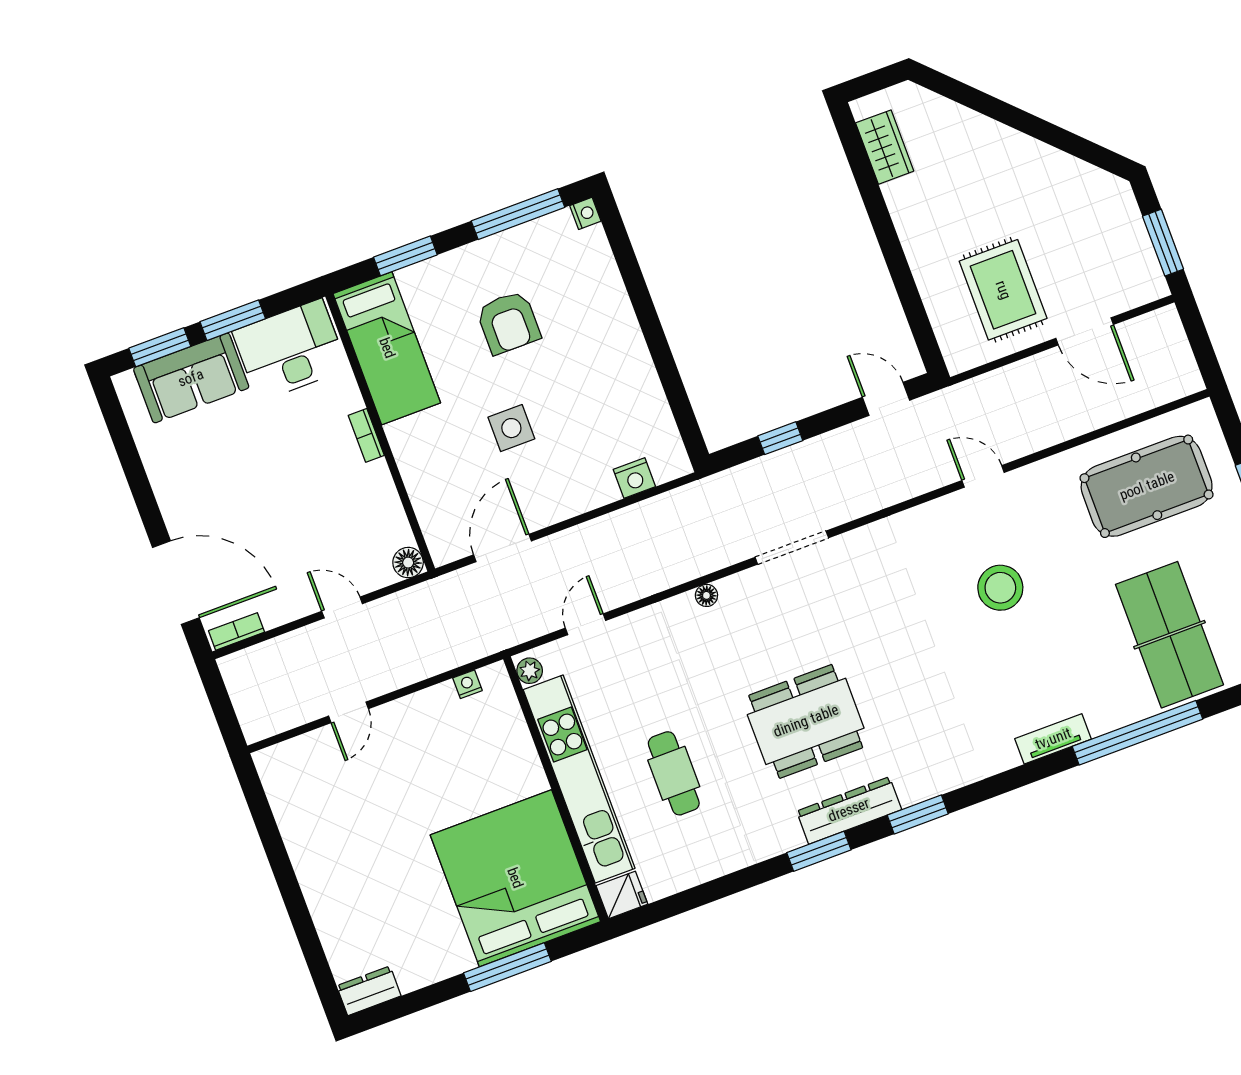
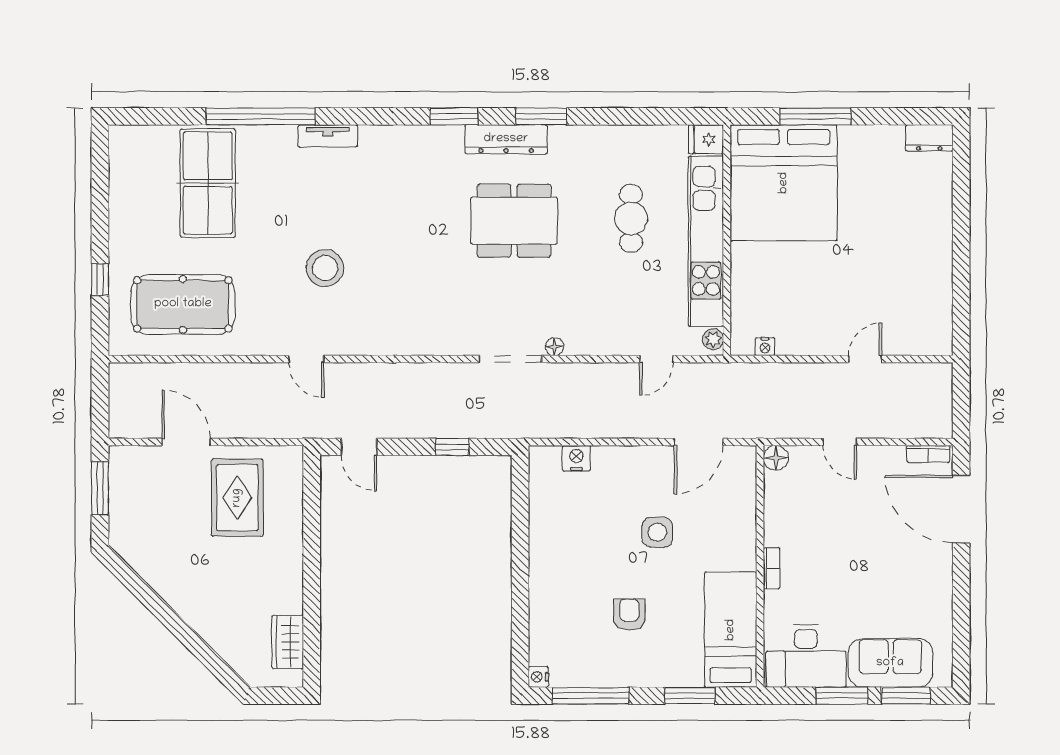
armchair: (508, 323) -> (629, 615), width x0.72, depth x0.72
doorway: (792, 548) -> (510, 359), moved

